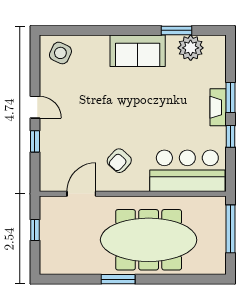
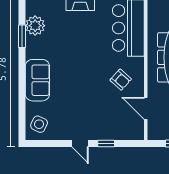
sofa: (138, 51) -> (37, 80), moved
door: (35, 107) -> (80, 144), swing flipped

